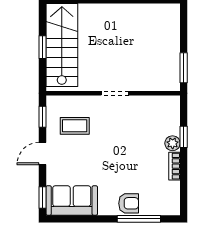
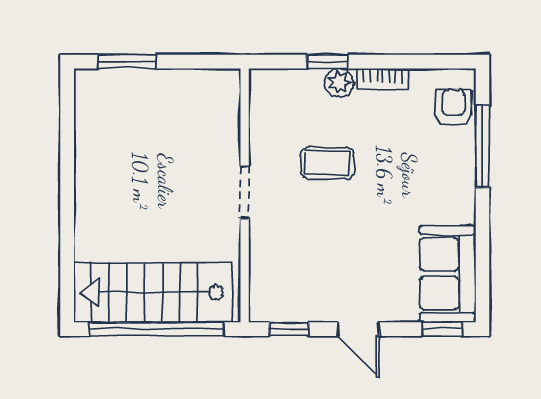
window: (43, 47) -> (157, 329), width x3.17
window: (184, 68) -> (127, 62), moved
coffee table: (75, 126) -> (328, 163), moved, turned 90
armchair: (129, 203) -> (453, 108), moved

